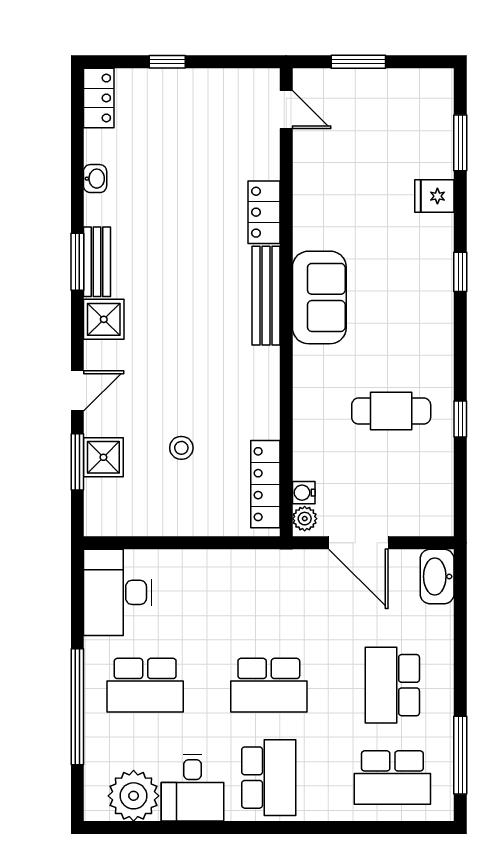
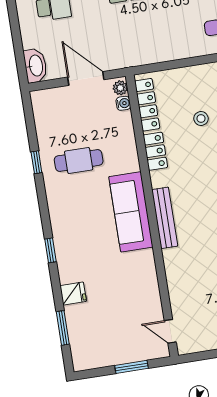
locker: (264, 212) -> (155, 151), moved
sofa: (319, 297) -> (131, 212), width x1.36

